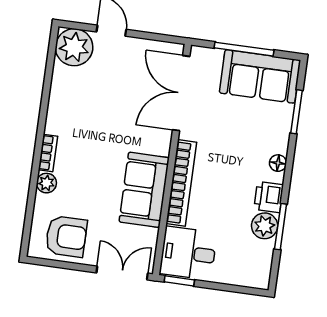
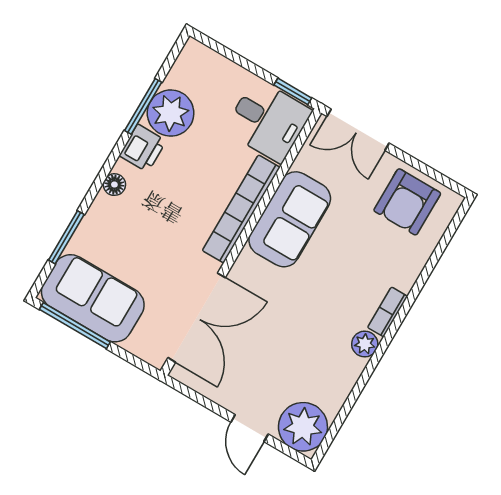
window: (244, 49) -> (75, 326), moved
plant: (46, 183) -> (365, 344), moved
plant: (265, 226) -> (171, 113), width x1.36, depth x1.36
armchair: (66, 236) -> (407, 202), turned -90

